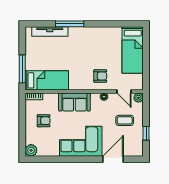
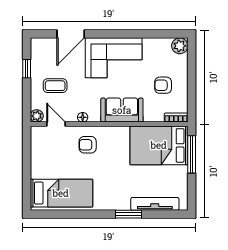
window: (70, 24) -> (128, 214), width x0.69
bed: (133, 50) -> (61, 193), moved, turned 90
bed: (47, 80) -> (159, 145), width x1.50

